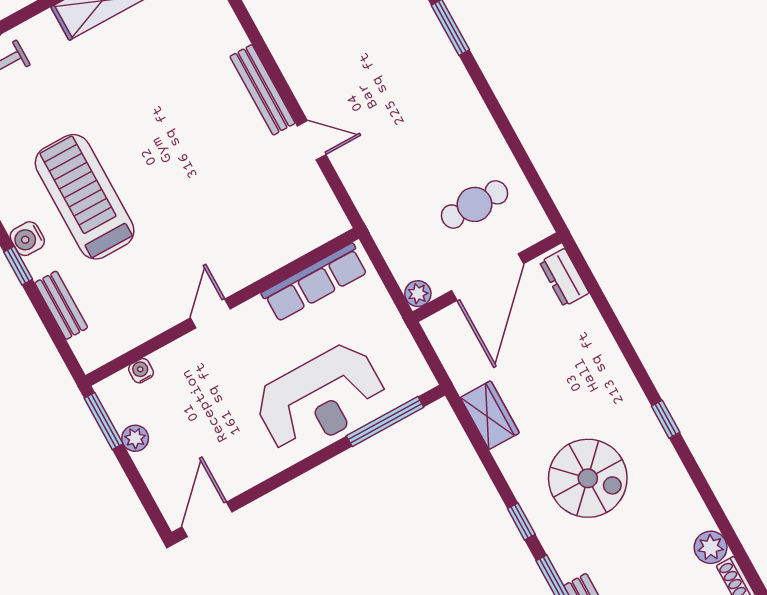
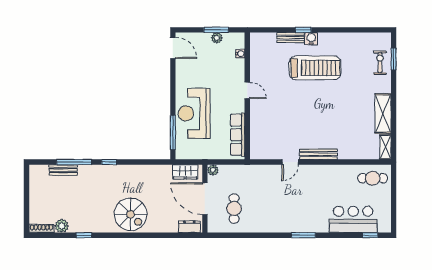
bench: (61, 305) -> (290, 38), moved
wardrobe: (490, 415) -> (185, 172), moved
window: (666, 419) -> (84, 235), moved
window: (104, 421) -> (216, 30), moved
spiral stairs: (588, 478) -> (131, 214), moved, turned -90

